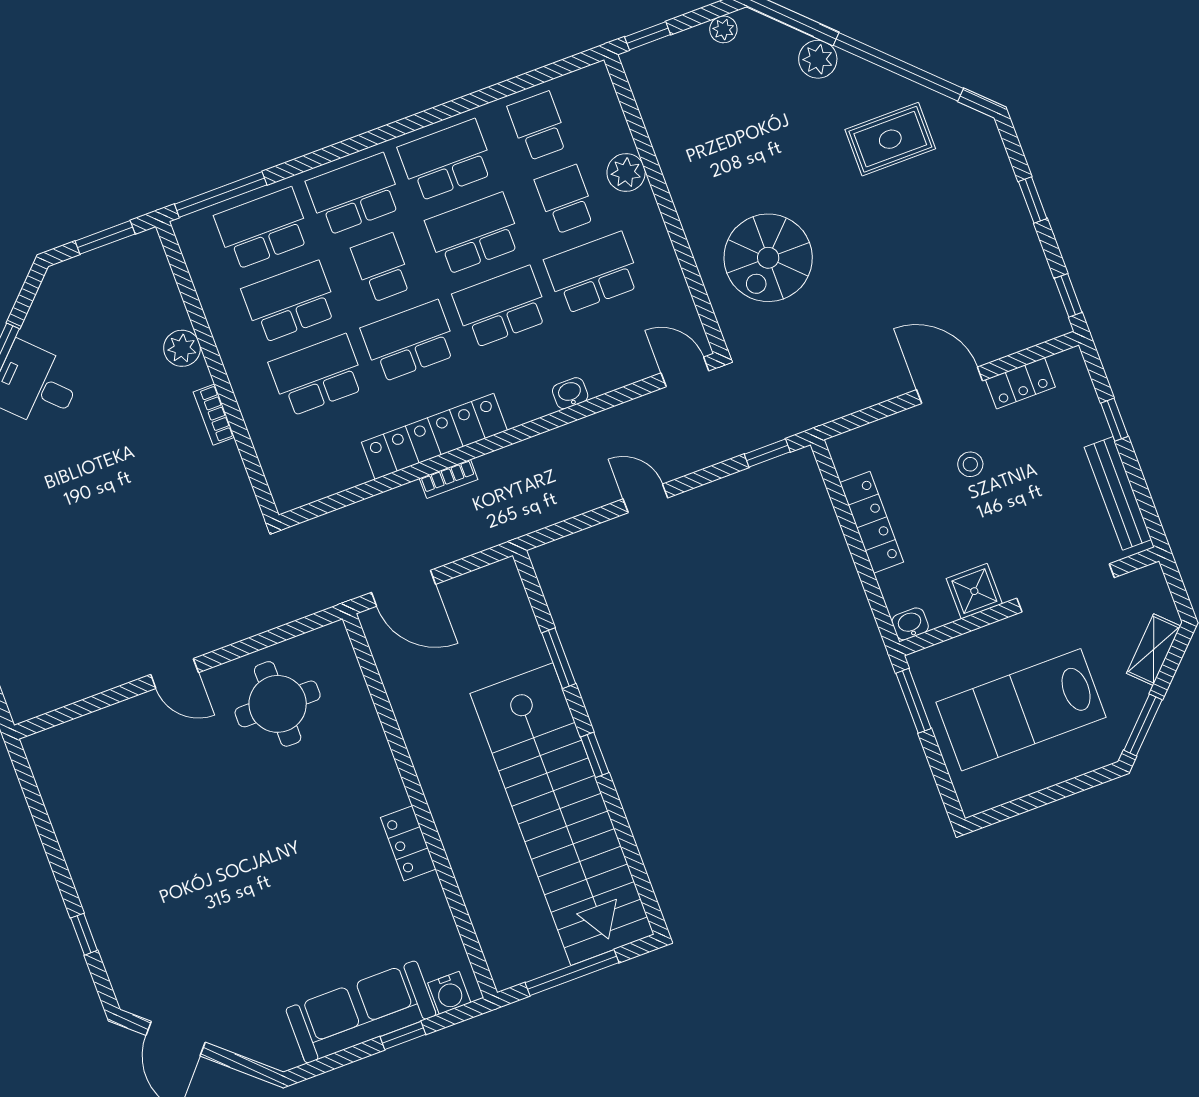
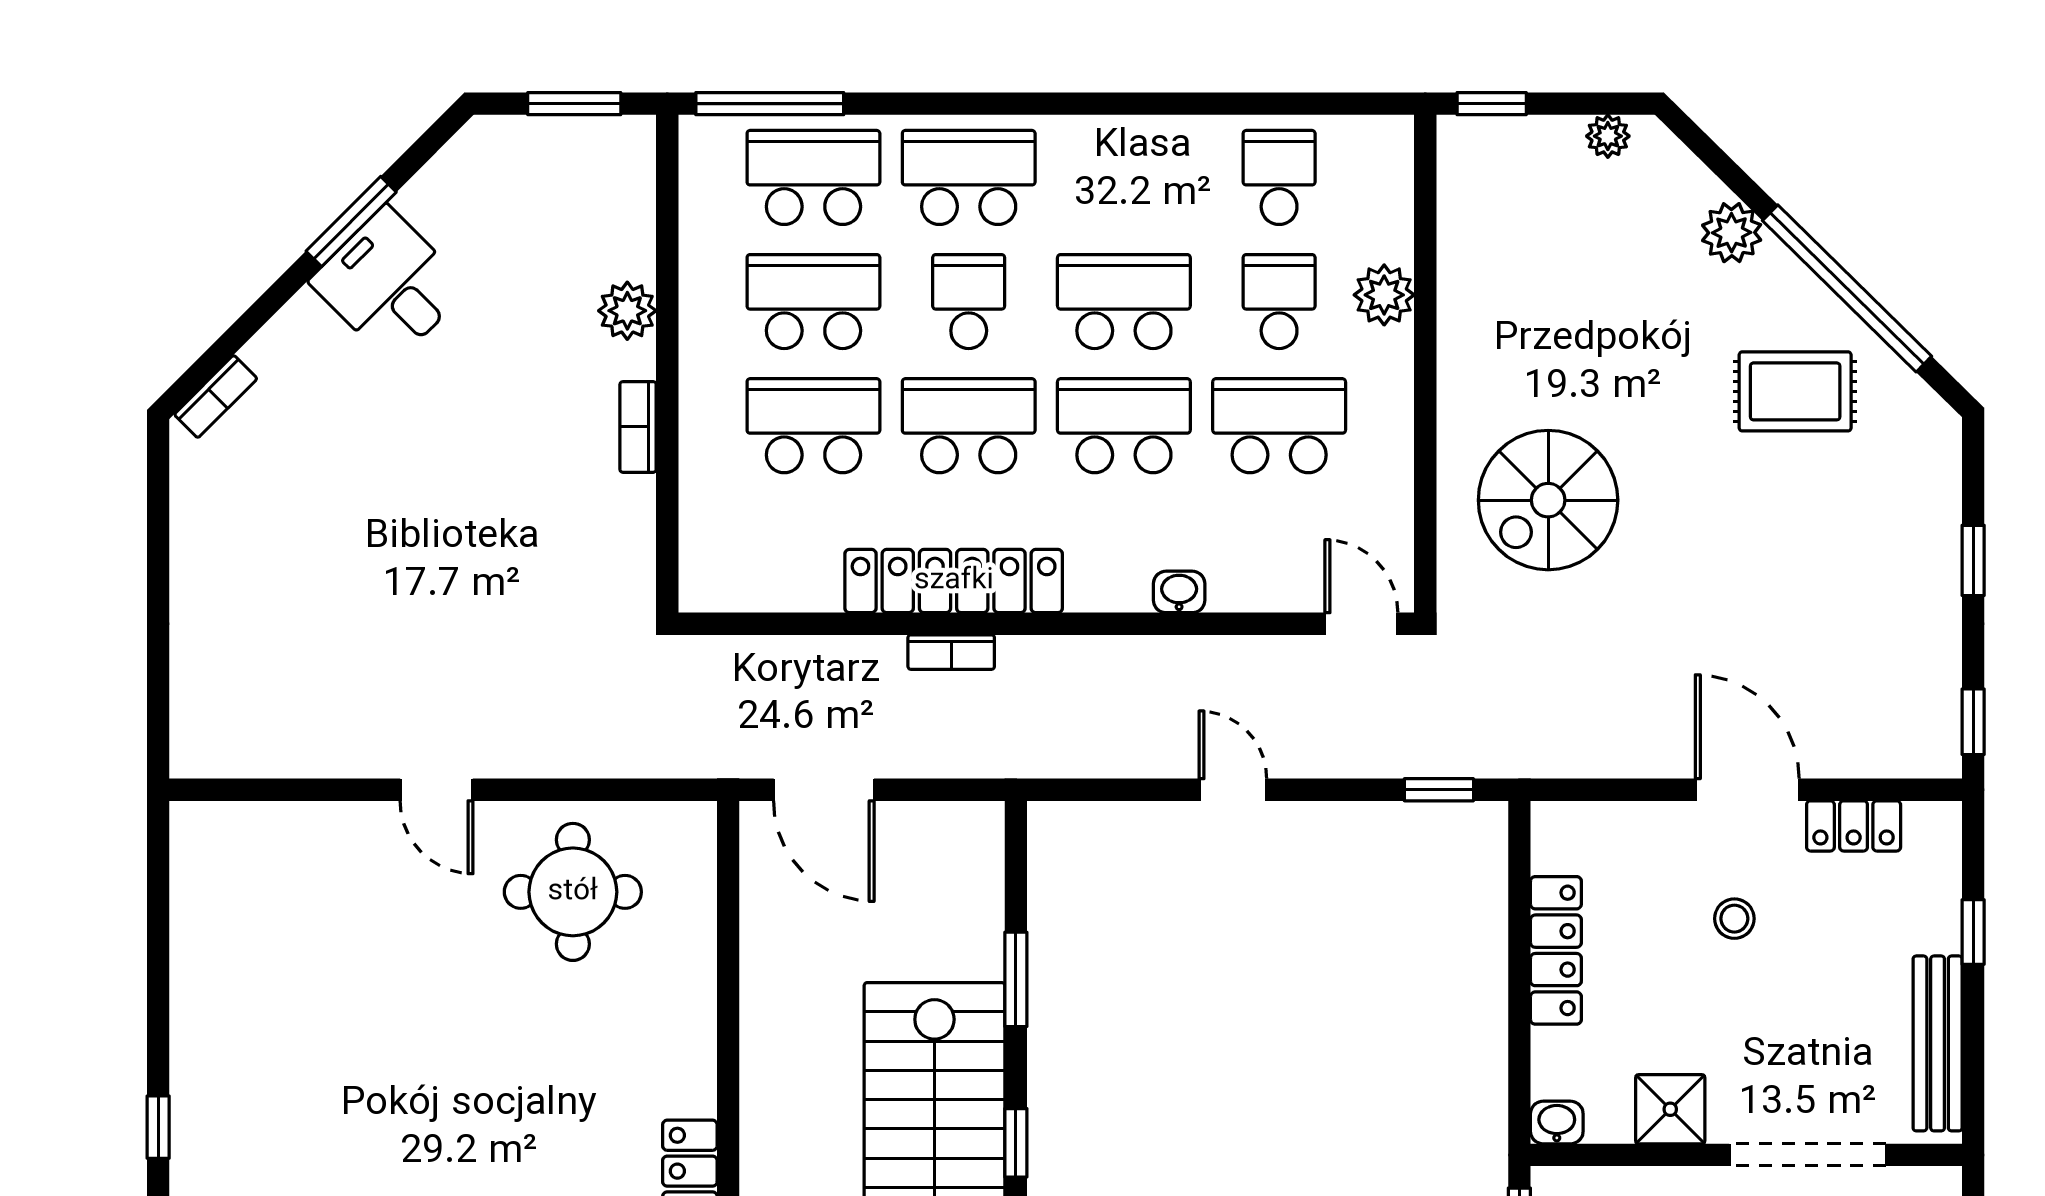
school desk: (446, 160) -> (1124, 177), removed

